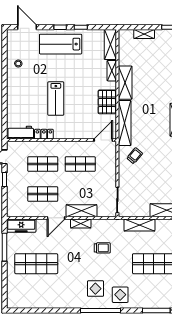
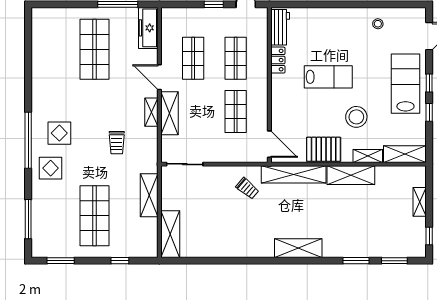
stool: (84, 79) -> (356, 117), added
lab bench: (56, 99) -> (328, 77), turned 180

